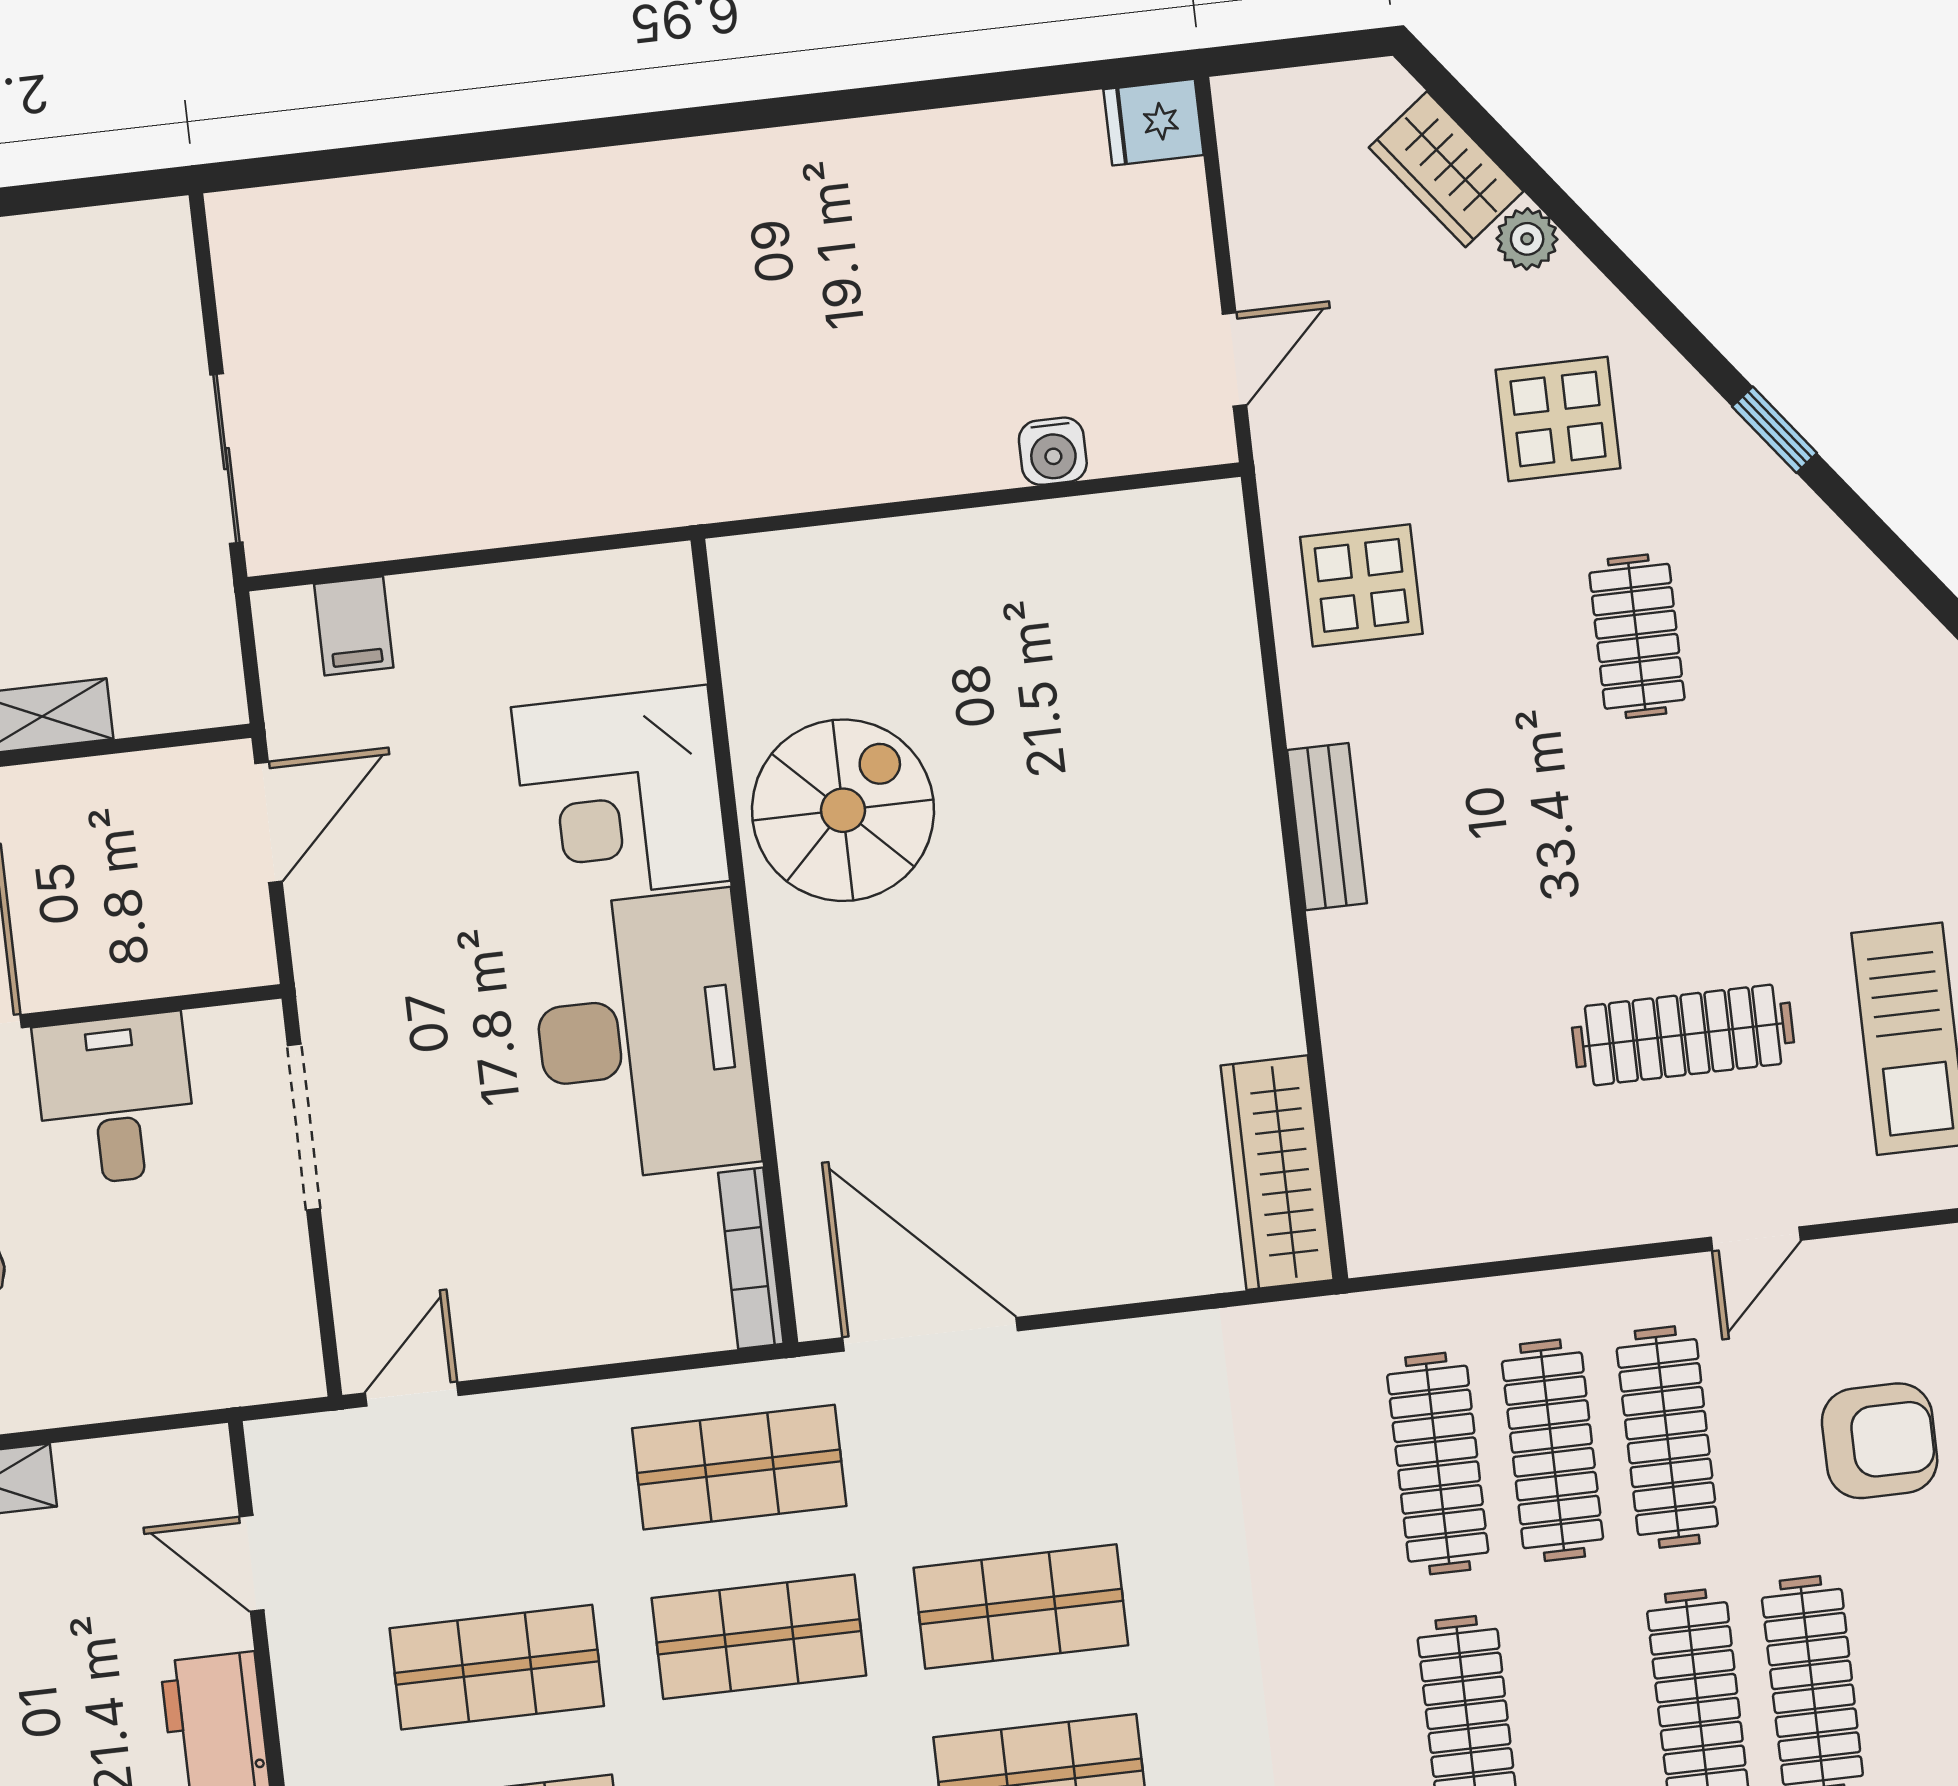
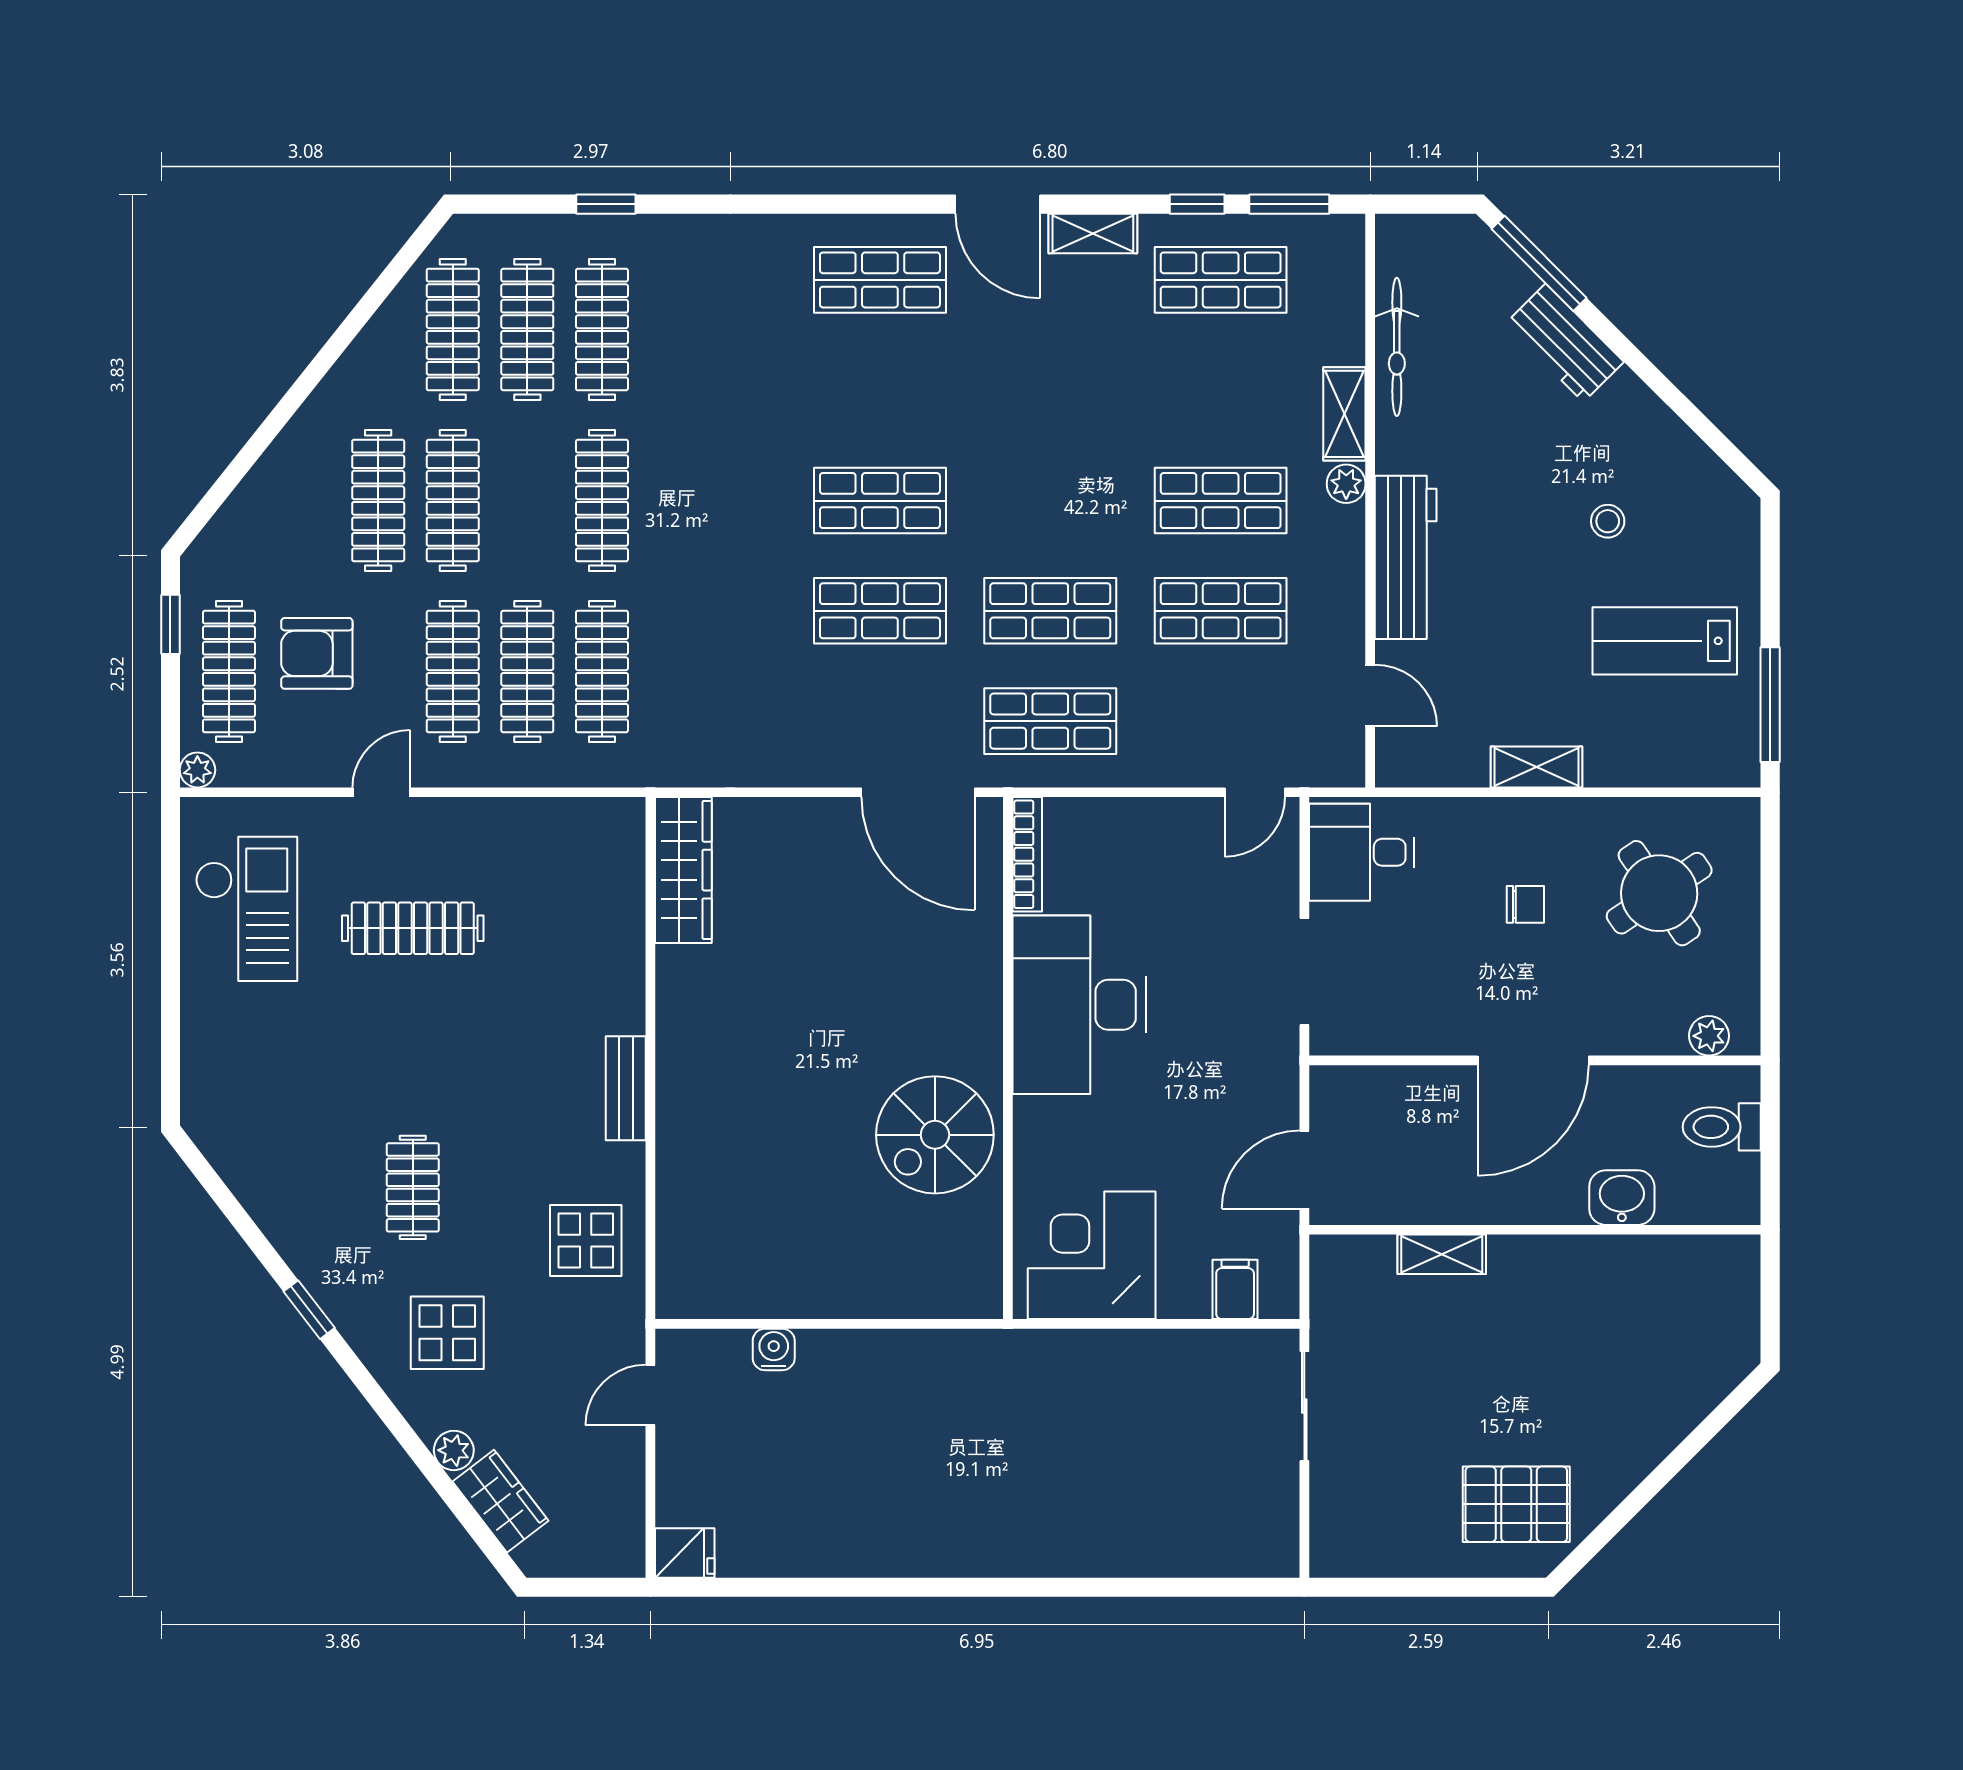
corner desk: (620, 794) -> (1092, 1255), moved, turned -90
desk: (115, 1099) -> (1361, 852), moved, turned 90

